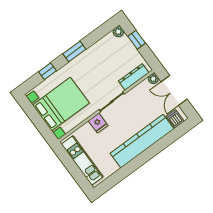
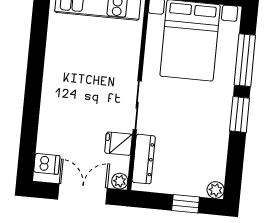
window: (48, 71) -> (245, 60), width x2.17
fridge: (98, 123) -> (118, 144), moved
kitchen counter: (142, 141) -> (56, 99), removed

